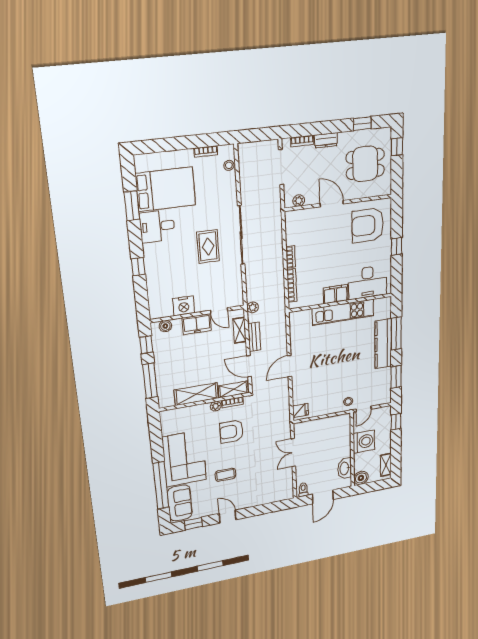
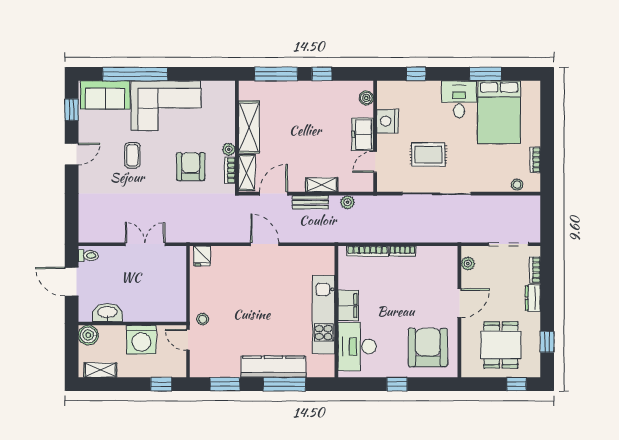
nightstand: (184, 306) -> (387, 121), moved
door: (219, 311) -> (375, 162), moved
wall: (198, 314) -> (375, 136), moved
freezer: (197, 324) -> (363, 134), moved
boiler: (165, 326) -> (366, 98), moved

